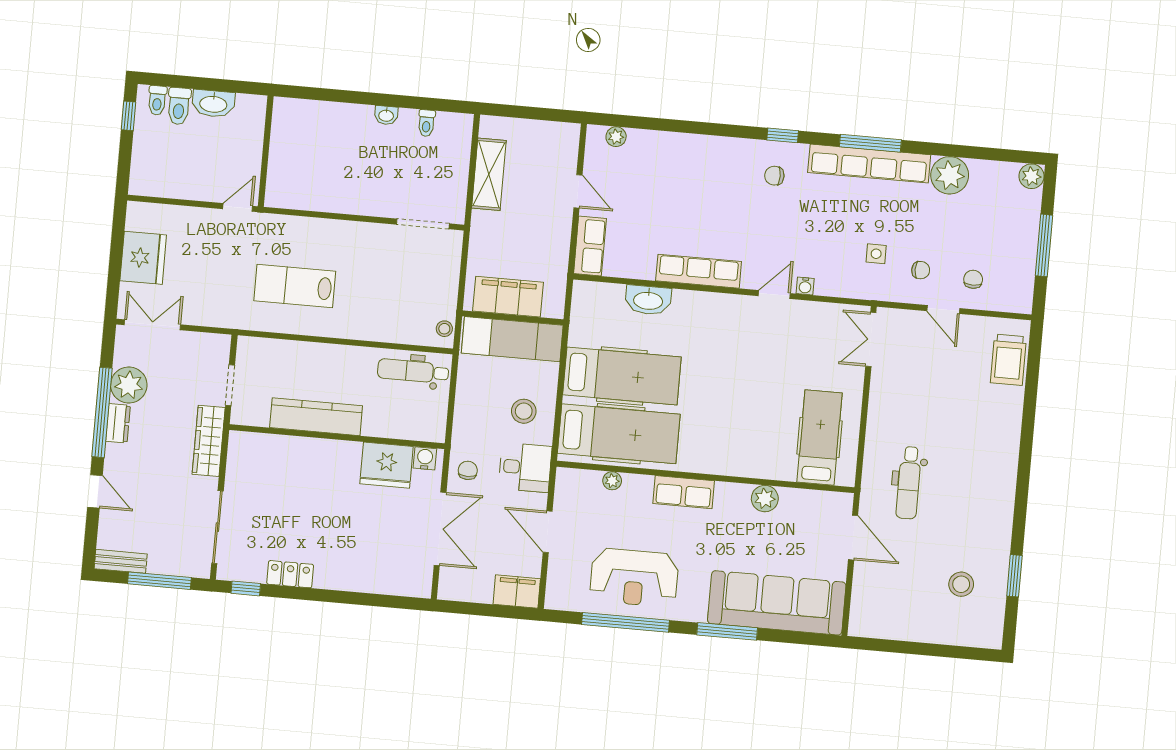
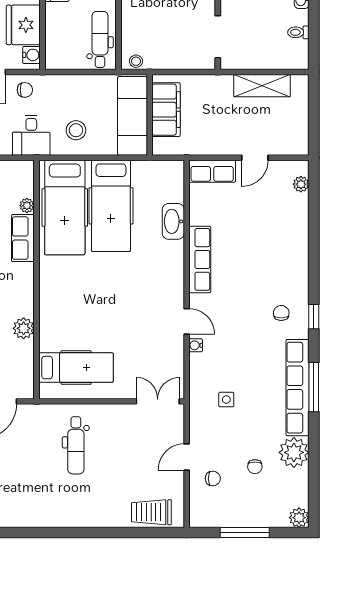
chair: (921, 270) -> (255, 467), moved
dental chair: (909, 483) -> (76, 445), moved, turned -90
row of seats: (684, 492) -> (23, 238), moved

